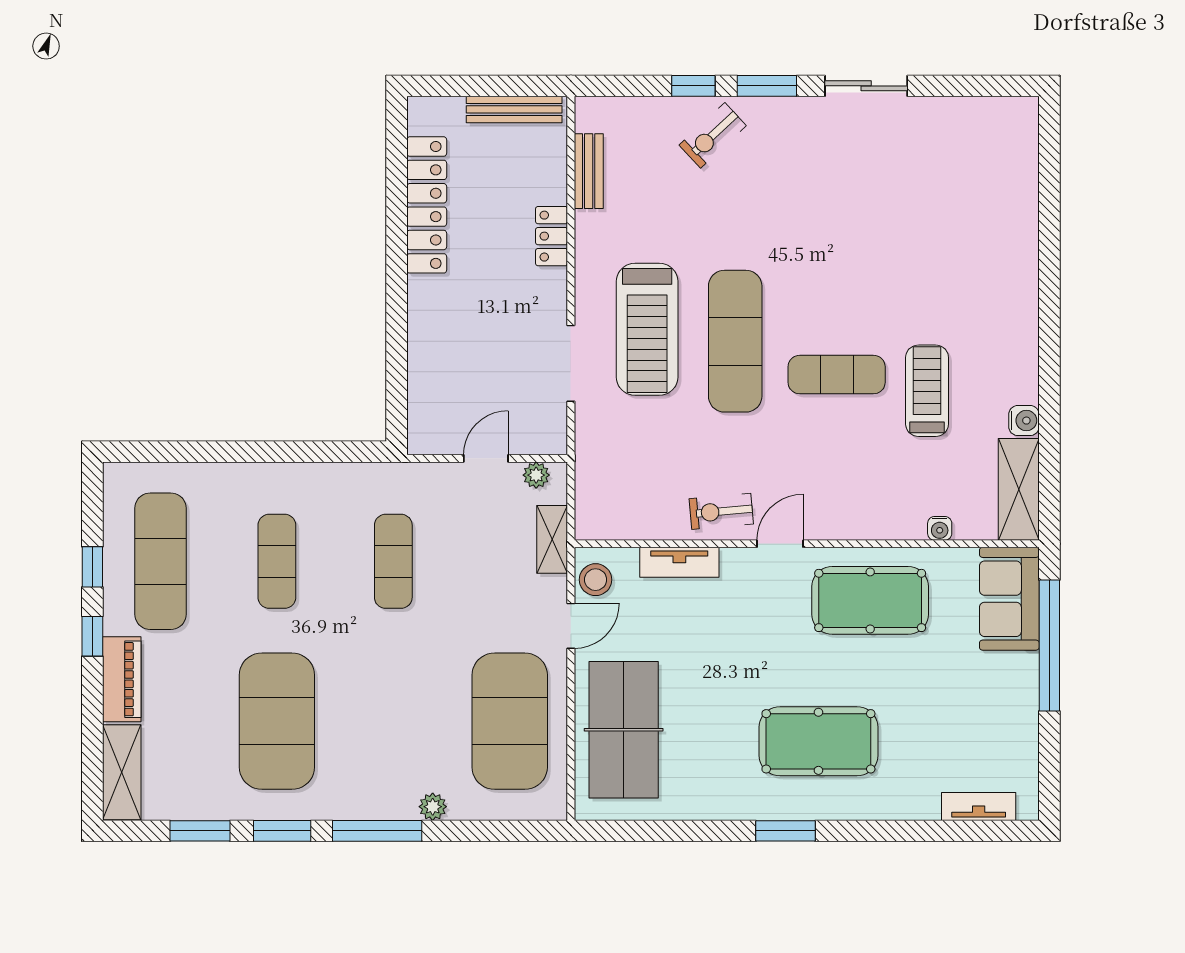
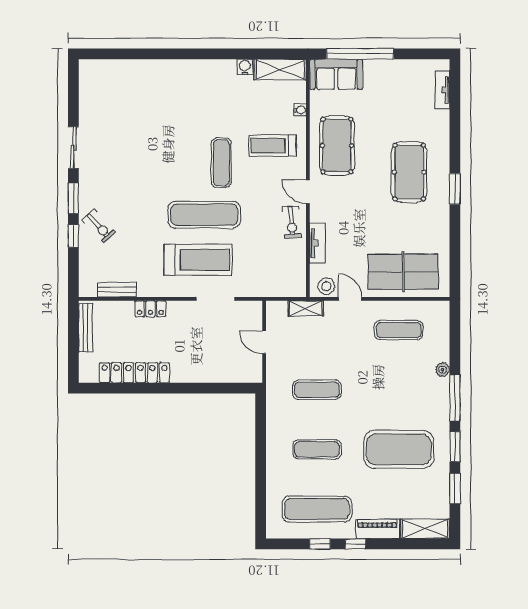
treadmill: (927, 391) -> (273, 146), moved
plant: (536, 475) -> (273, 317), removed
exercise mat: (510, 721) -> (399, 330), width x0.50, depth x0.69

